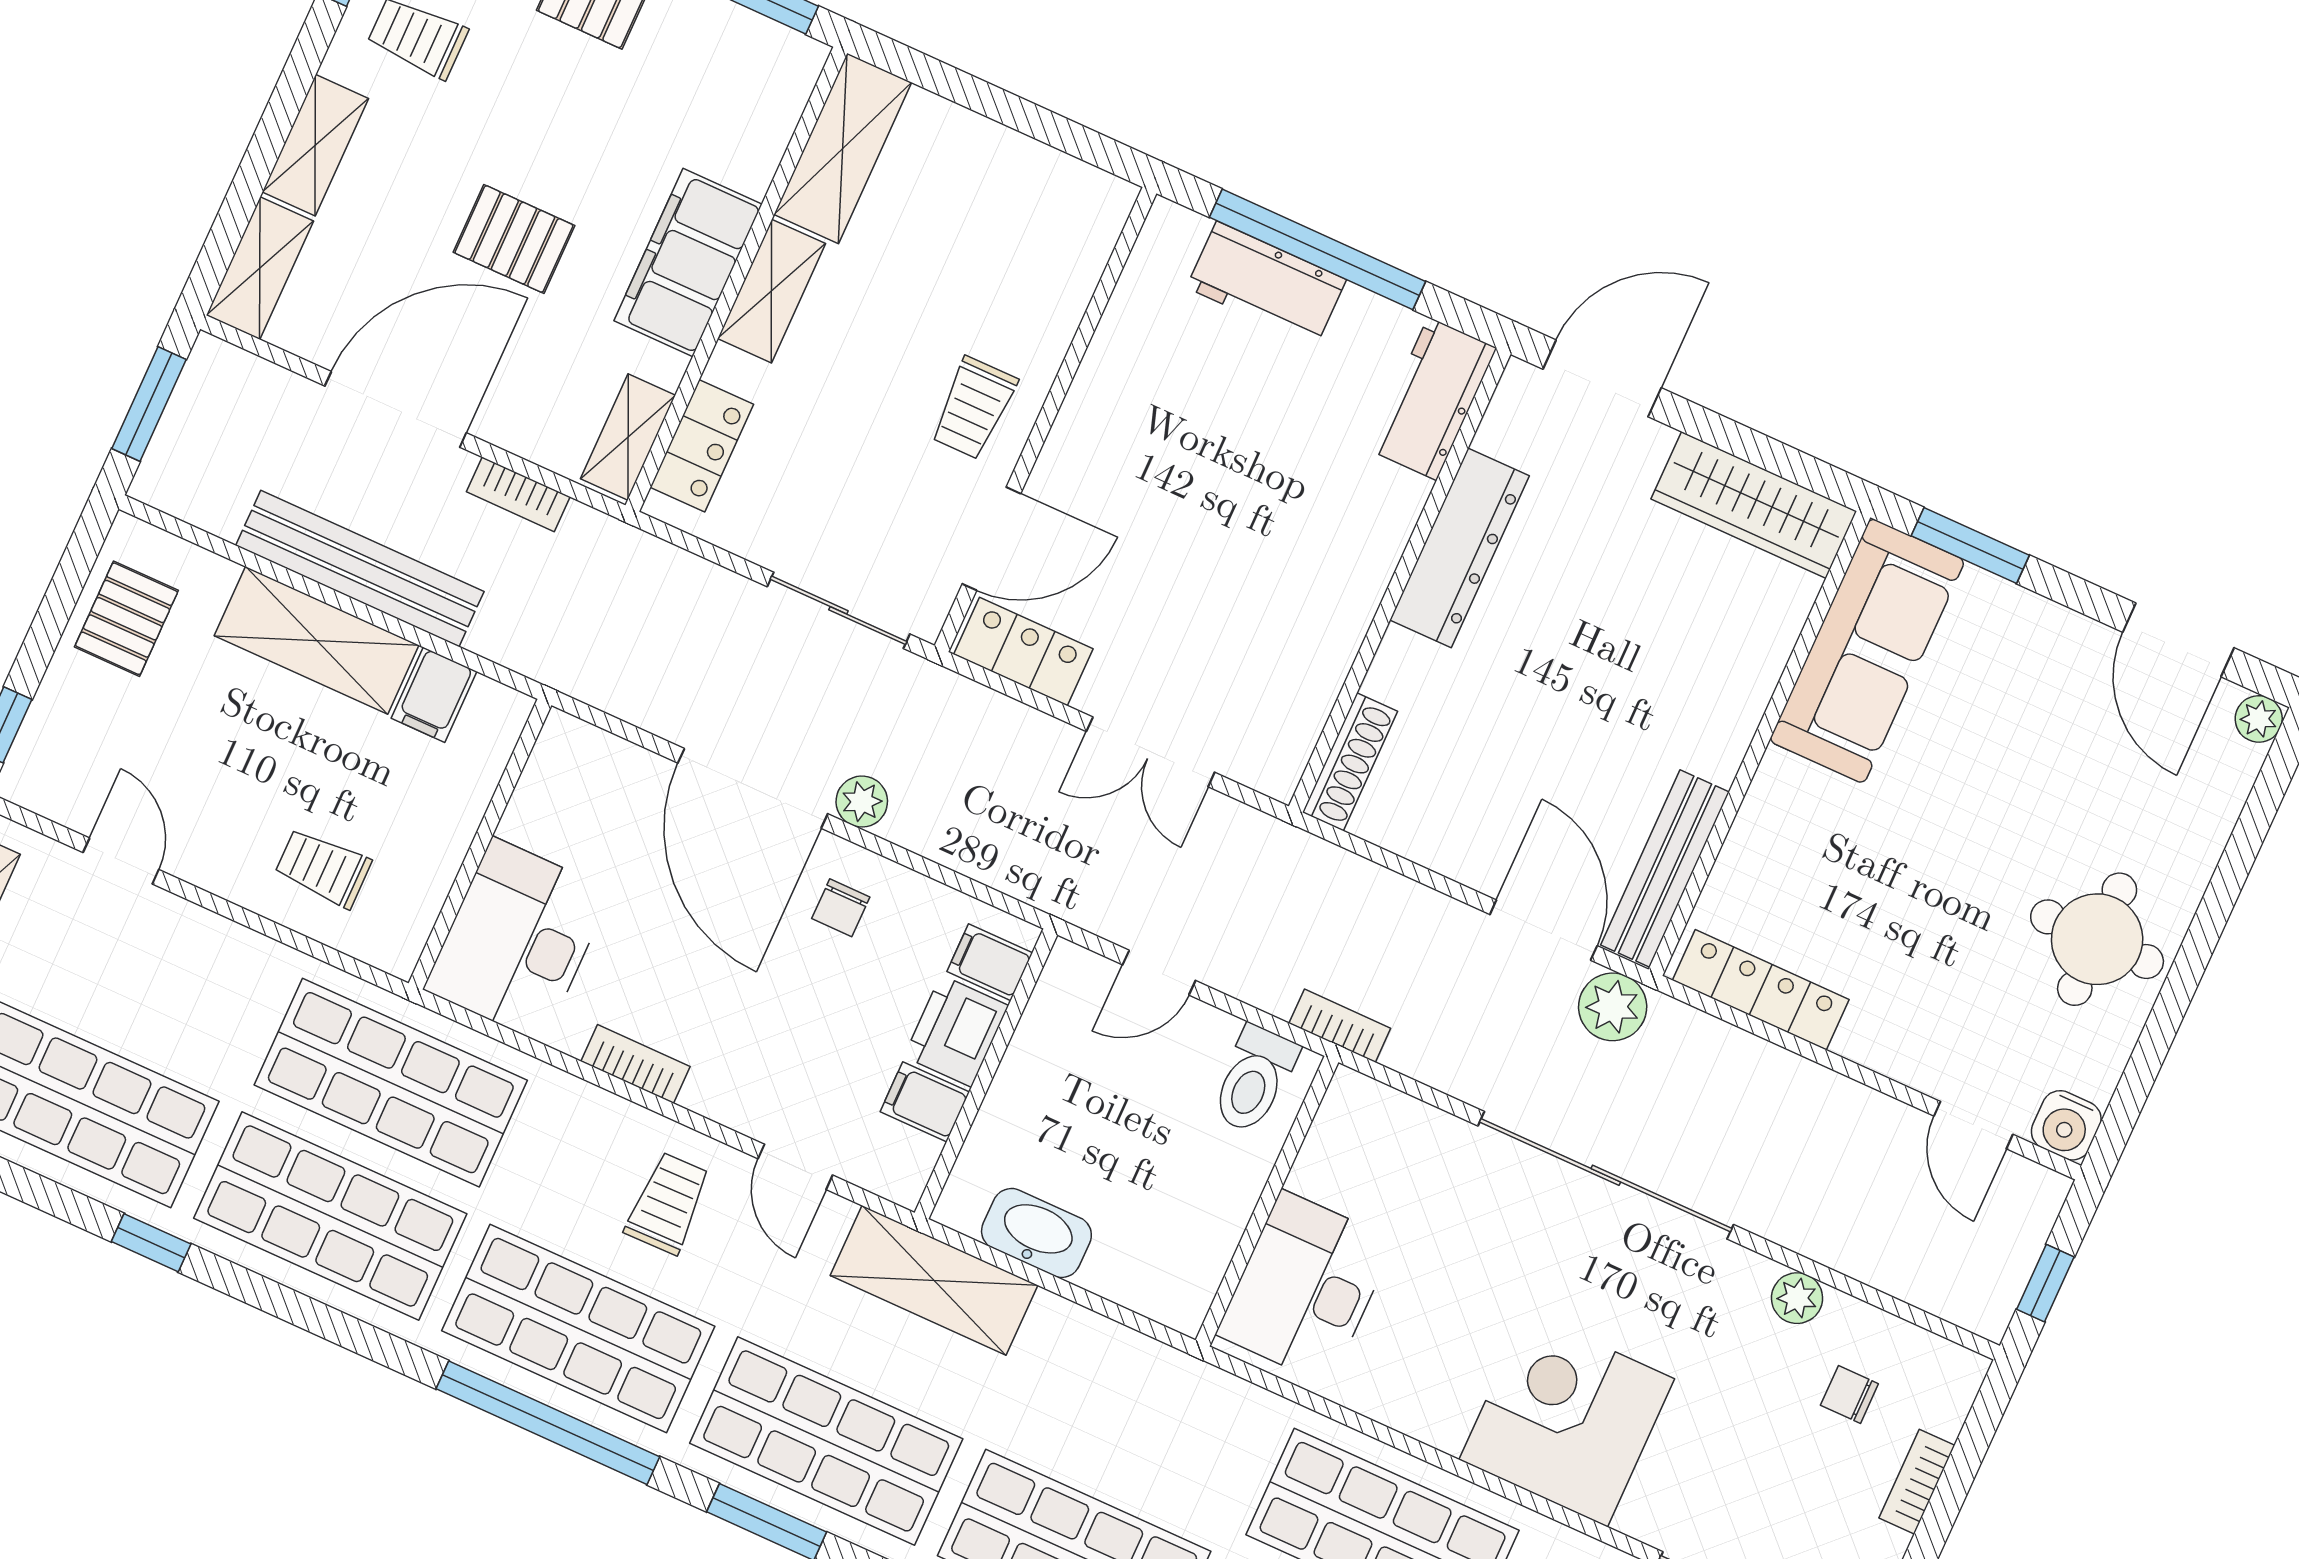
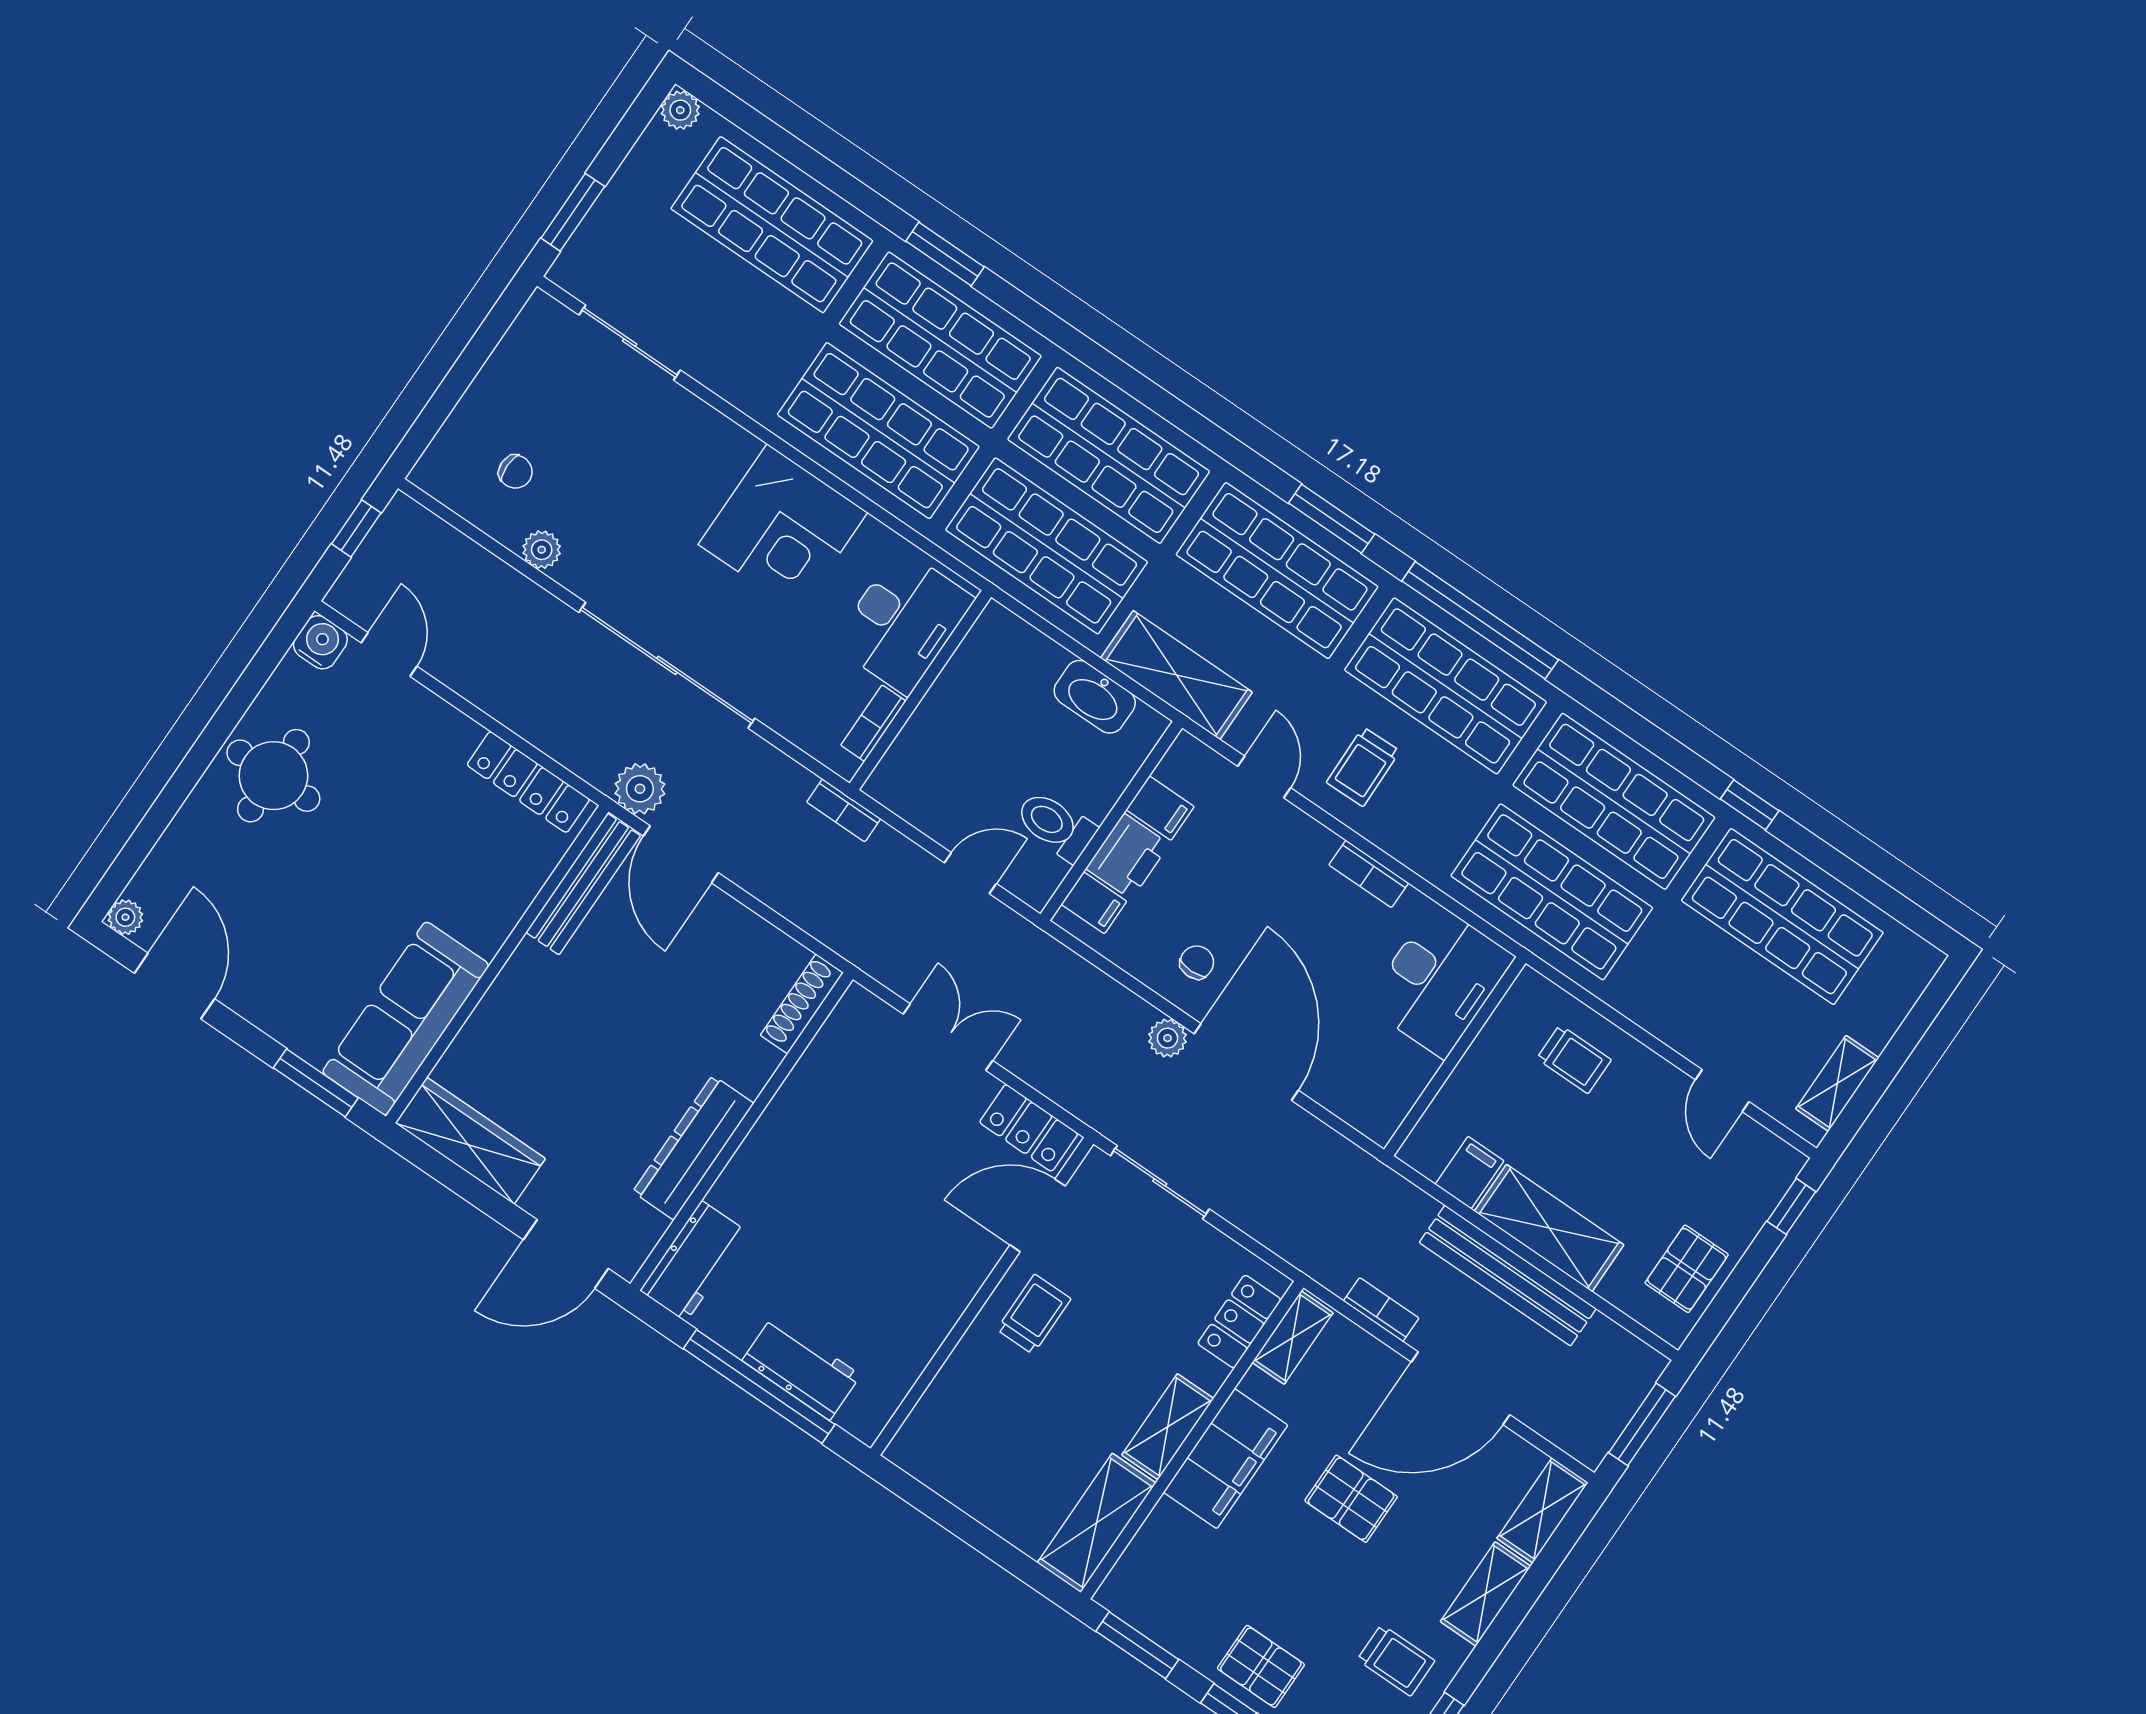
toilet: (1254, 1079) -> (1056, 825), moved, turned -90
corner desk: (1567, 1419) -> (783, 528), moved
shop shelf: (1135, 1420) -> (1047, 546), added
bookcase: (1917, 1482) -> (873, 723), moved, turned 180

